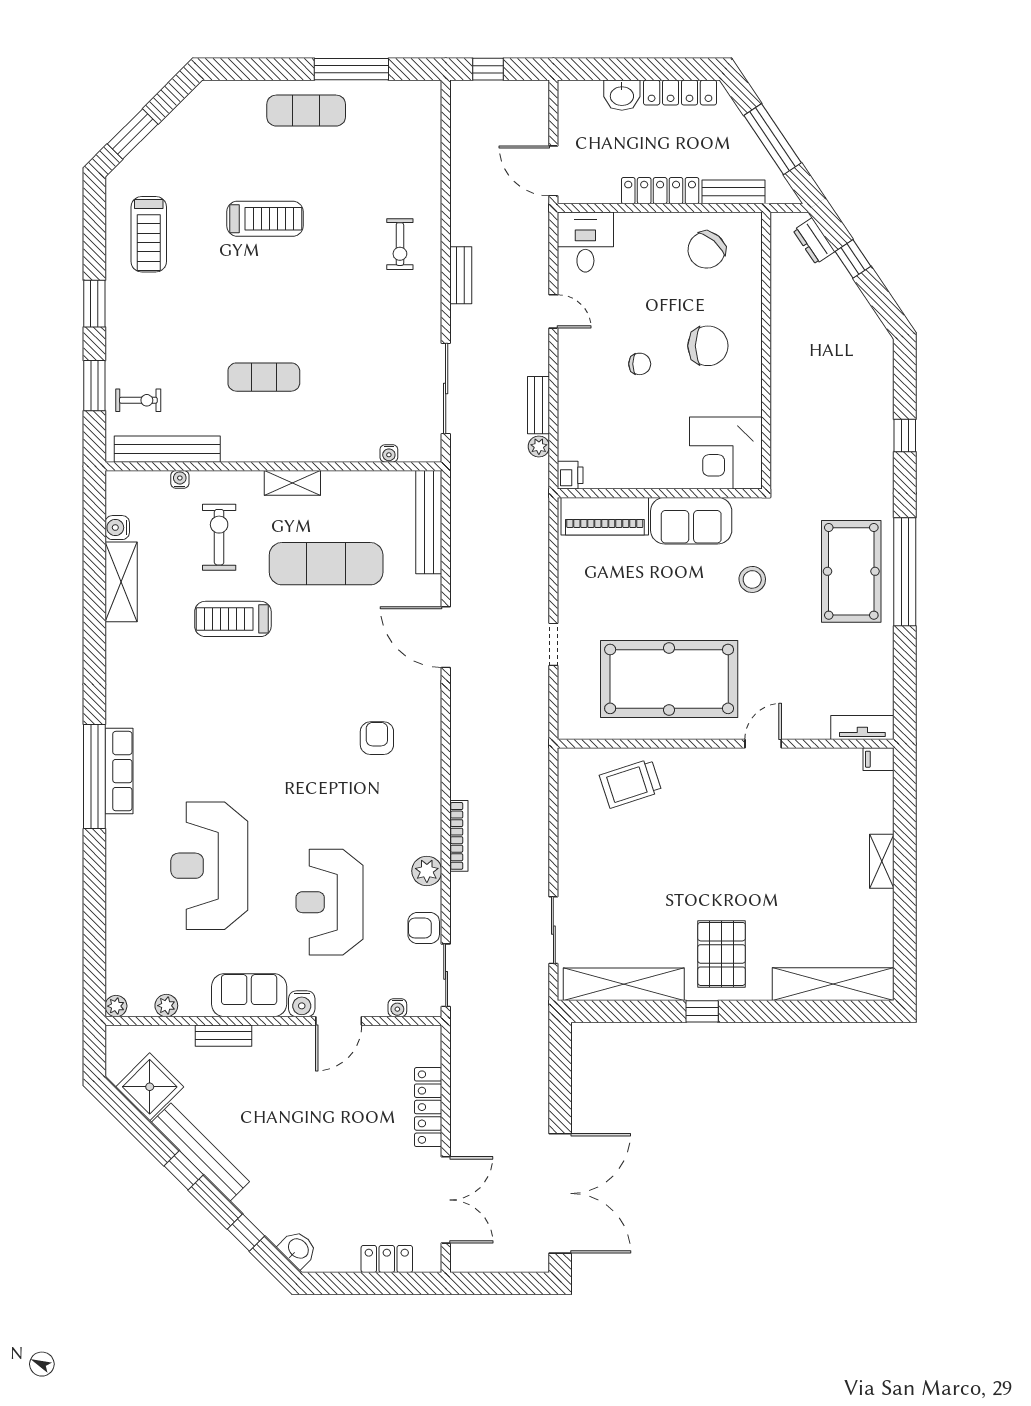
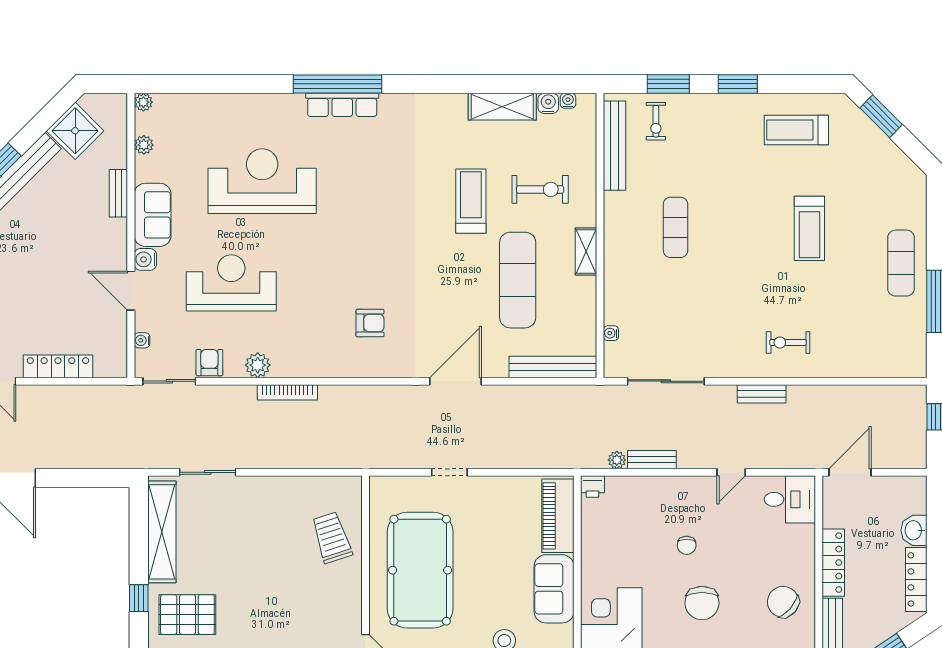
water cooler: (180, 479) -> (568, 101), moved, turned -90

